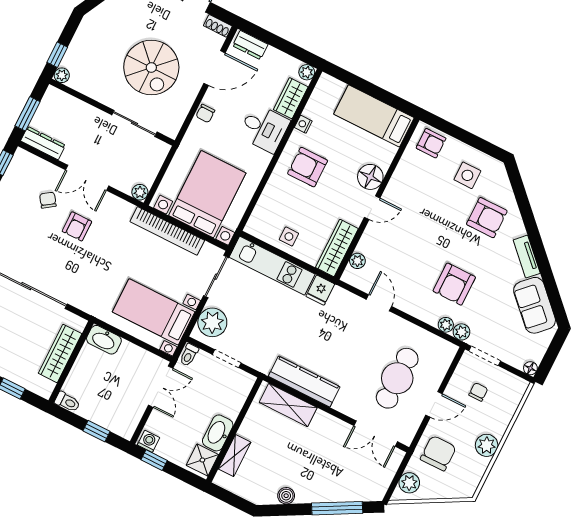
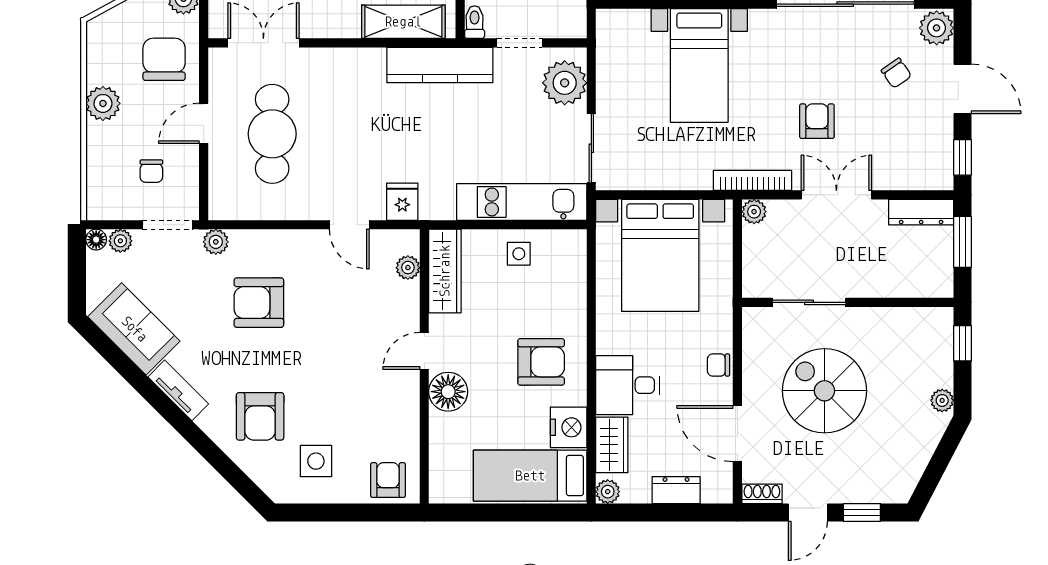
dresser: (250, 45) -> (676, 490), moved
door: (214, 68) -> (737, 434), hinge flipped
plant: (62, 75) -> (942, 400), moved
chair: (205, 113) -> (719, 365), turned -90
bed: (374, 116) -> (530, 476), moved, turned 180
nightstand: (303, 124) -> (569, 427), width x1.89, depth x1.79
armchair: (431, 143) -> (388, 480), turned 90
chair: (48, 200) -> (896, 73), moved
armchair: (487, 218) -> (260, 416), turned -90
bookcase: (167, 231) -> (753, 180), moved, width x0.68, depth x0.76
armchair: (454, 284) -> (259, 303), turned -90
fridge: (320, 290) -> (402, 202), moved
bed with nightstands: (154, 312) -> (699, 65), moved, turned 90
plant: (446, 325) -> (120, 241), moved
toilet: (189, 355) -> (475, 22), moved
kitchen counter: (304, 382) -> (440, 65), moved
chair: (438, 453) -> (164, 59), turned 180

